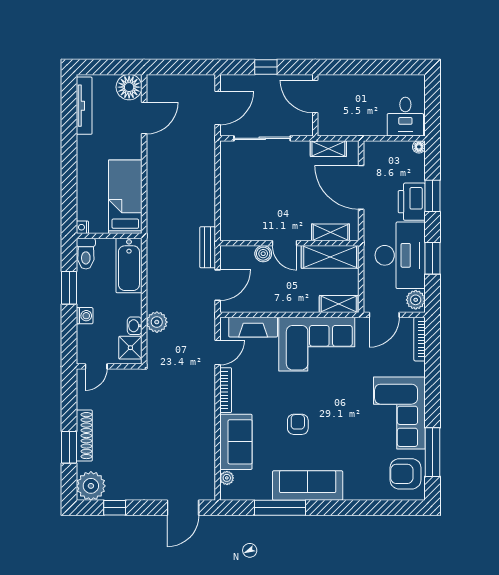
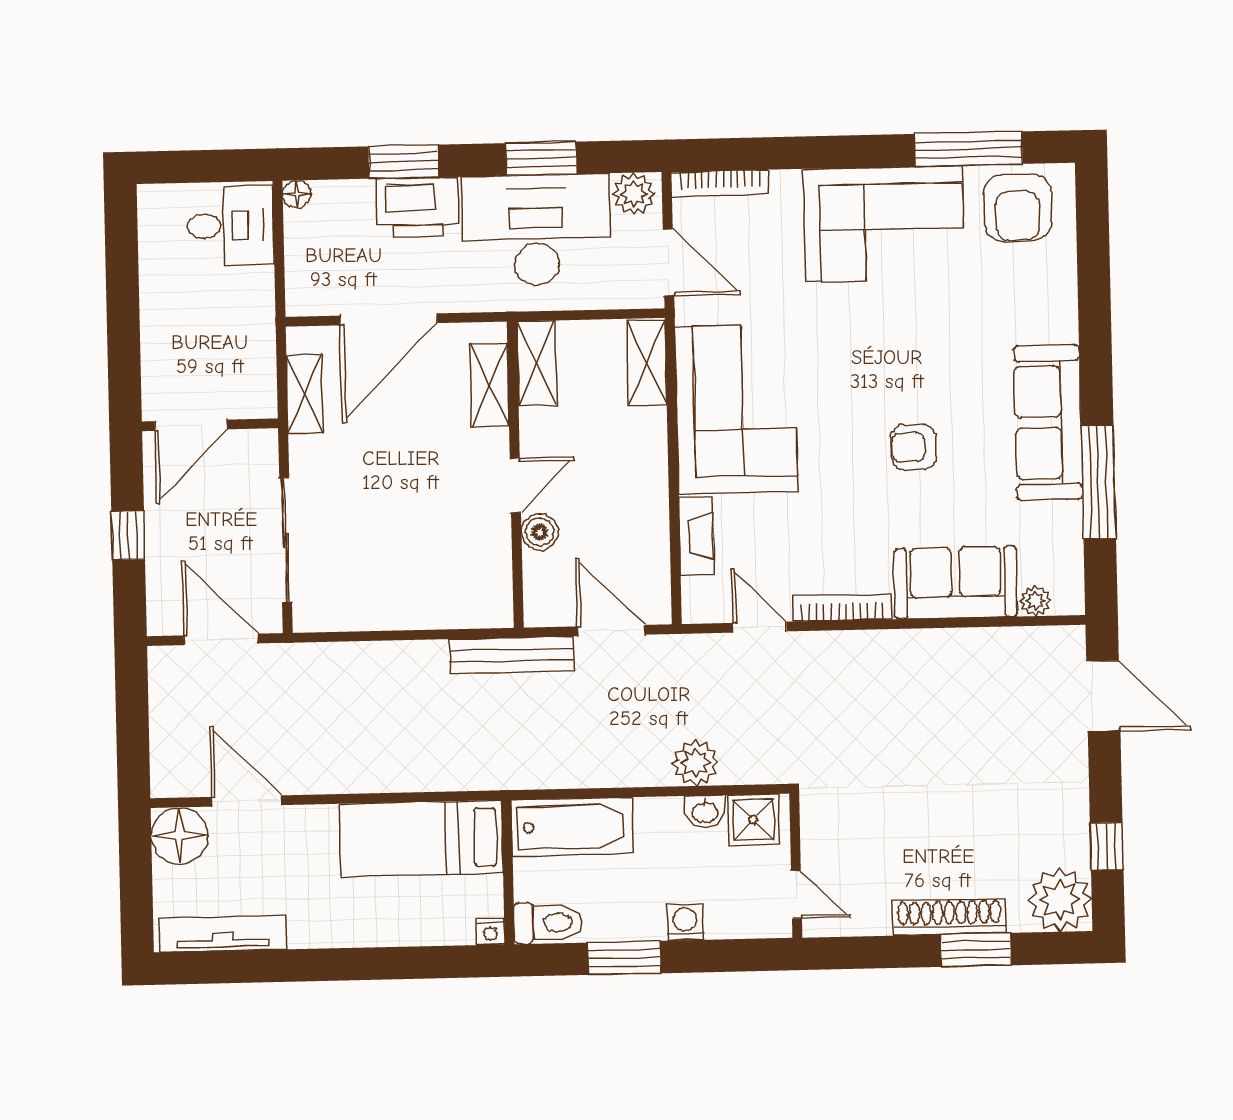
bench: (208, 247) -> (512, 655), width x1.36
shelving: (330, 257) -> (537, 363), width x0.67, depth x0.75
fireplace: (253, 327) -> (696, 536), width x0.73, depth x0.76

